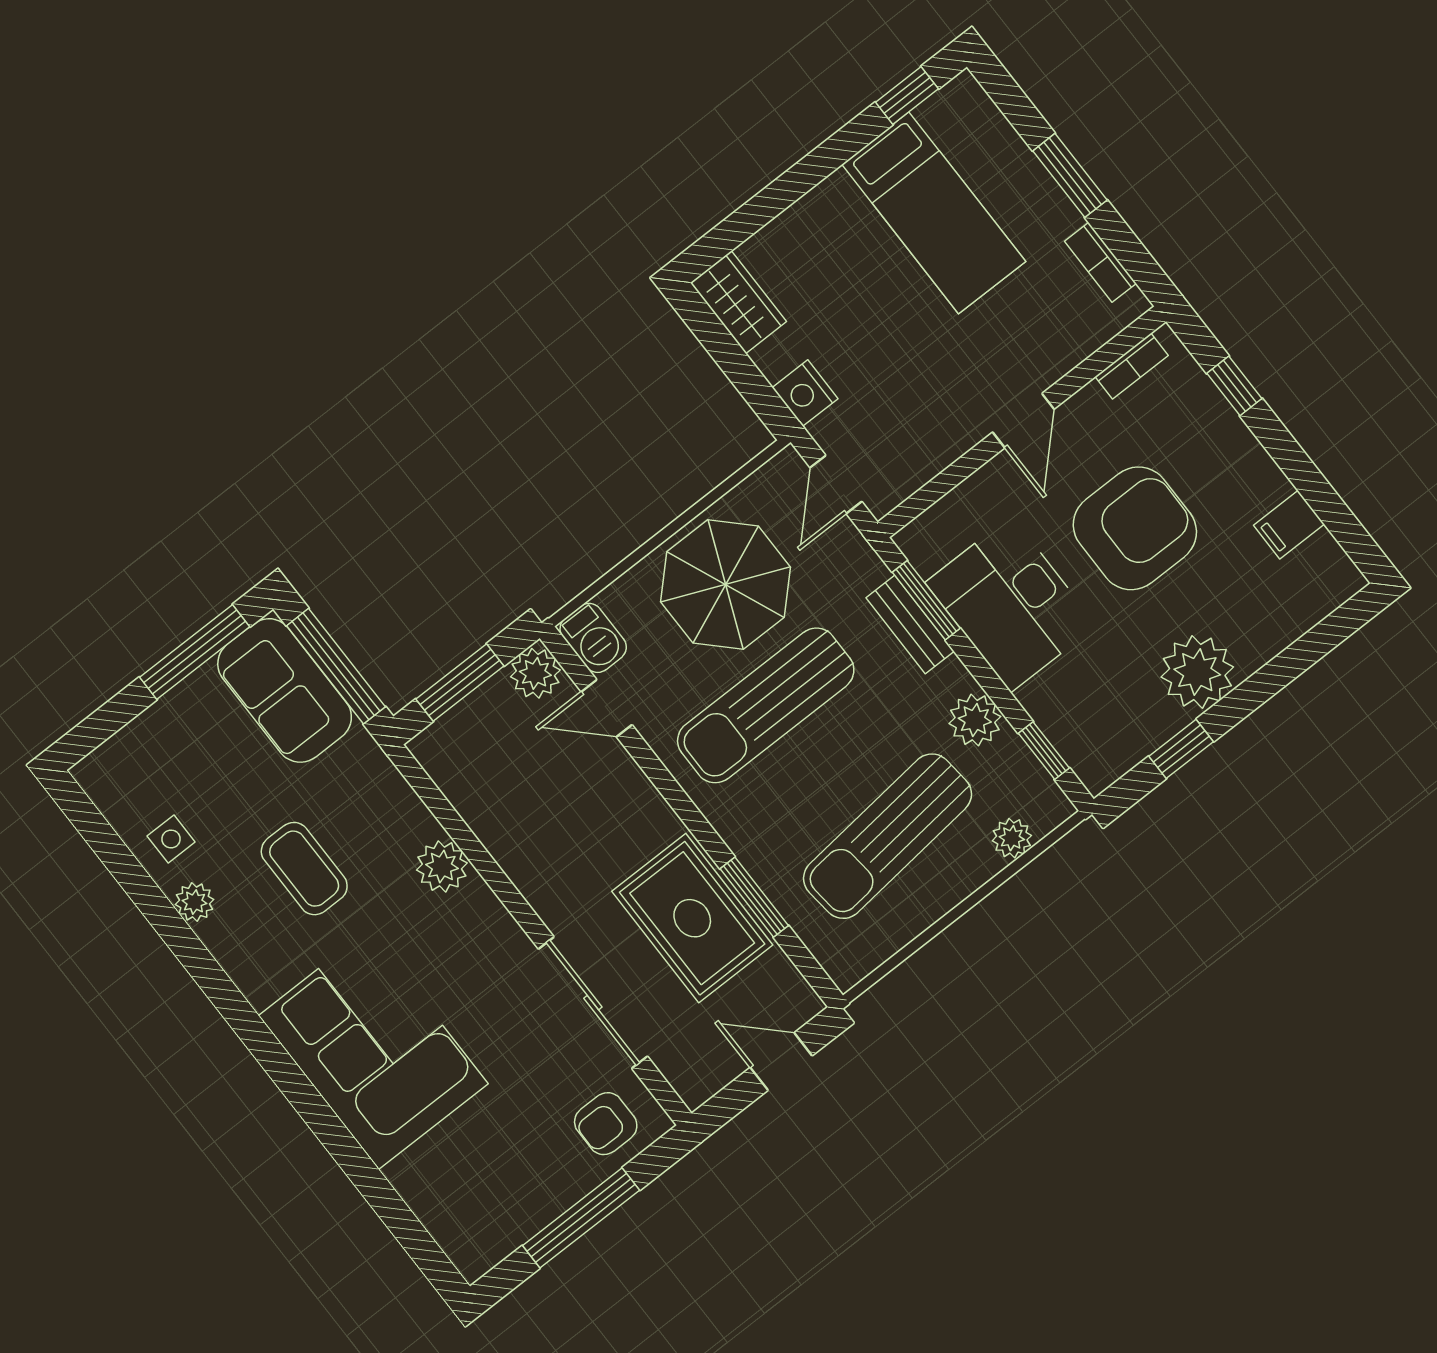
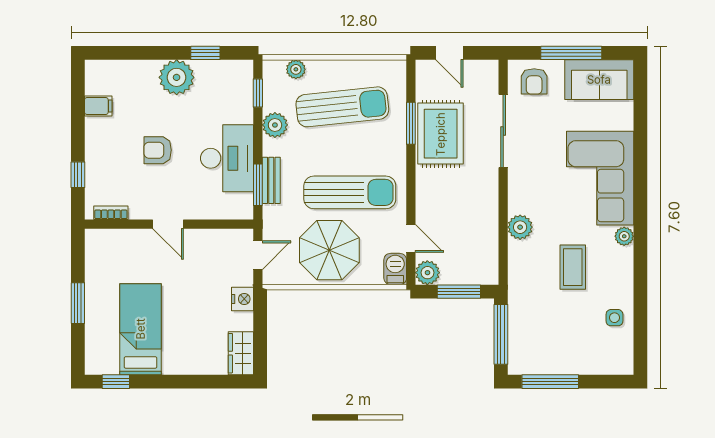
bookcase: (1100, 262) -> (92, 261), removed
door: (1023, 421) -> (168, 224), swing flipped
armchair: (1135, 528) -> (158, 150), width x0.53, depth x0.53
sofa: (285, 690) -> (599, 80), moved, turned 90
plant: (195, 902) -> (624, 236), moved
armchair: (606, 1124) -> (534, 81), turned 90

